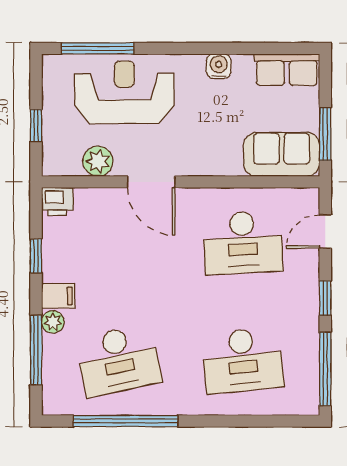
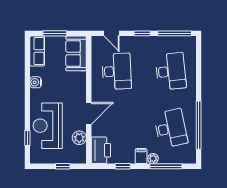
window: (97, 48) -> (27, 138), width x0.46
window: (325, 134) -> (55, 33), moved
printer: (57, 202) -> (101, 150), width x1.87, depth x1.48

